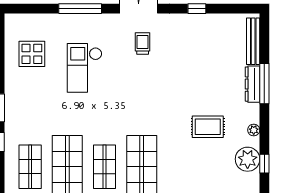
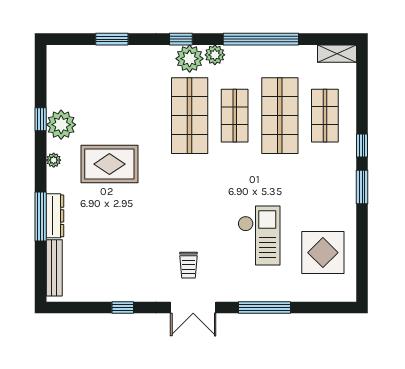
display table: (32, 54) -> (323, 253), width x1.36, depth x1.36
rug: (208, 127) -> (109, 164), width x1.36, depth x1.43

